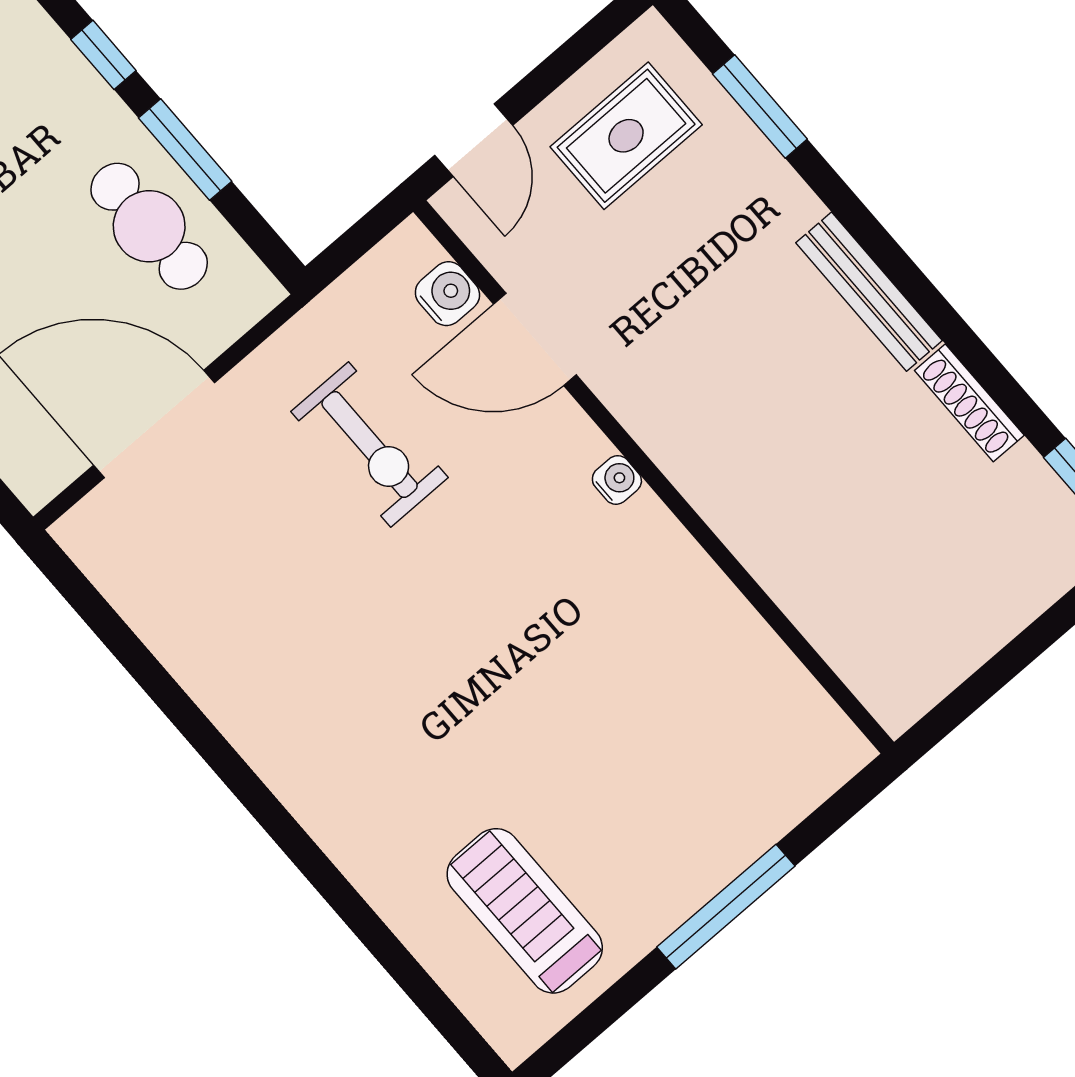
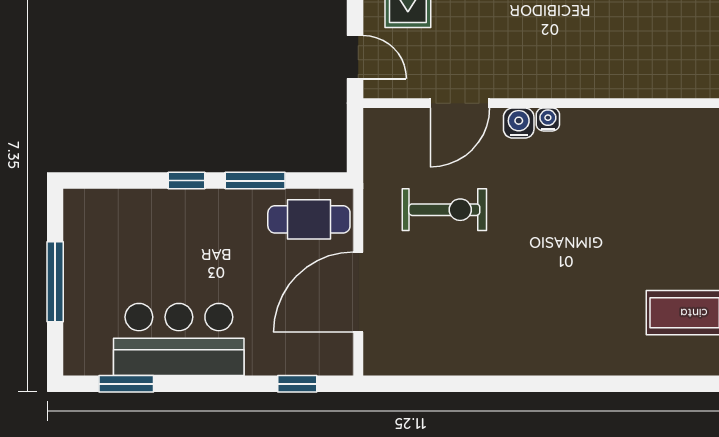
cafe table: (149, 226) -> (309, 219), moved
water cooler: (447, 294) -> (519, 123), moved

